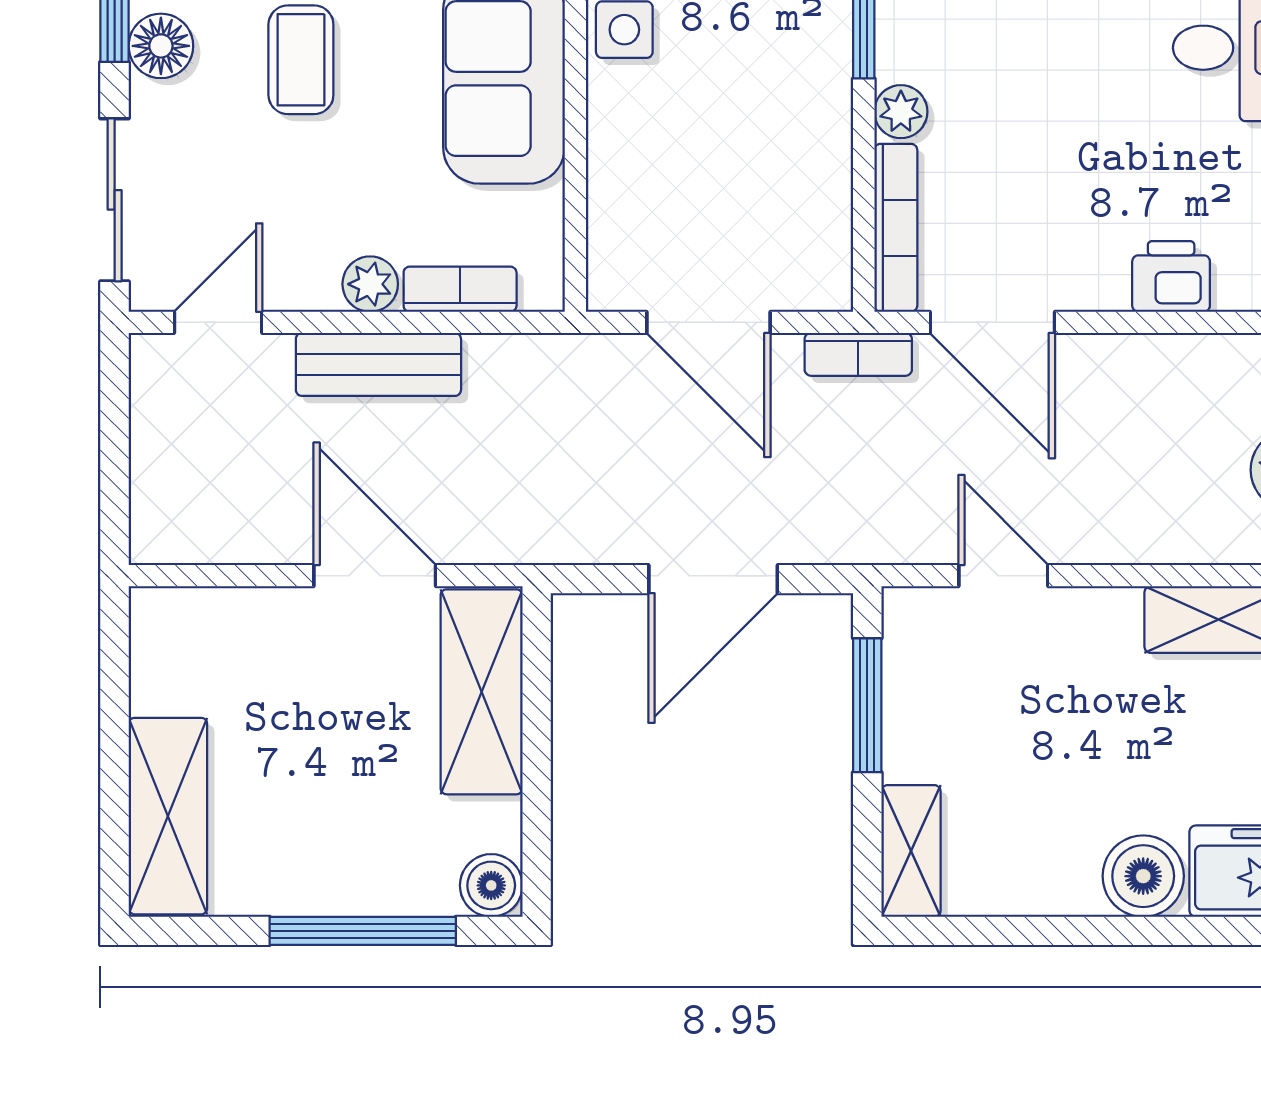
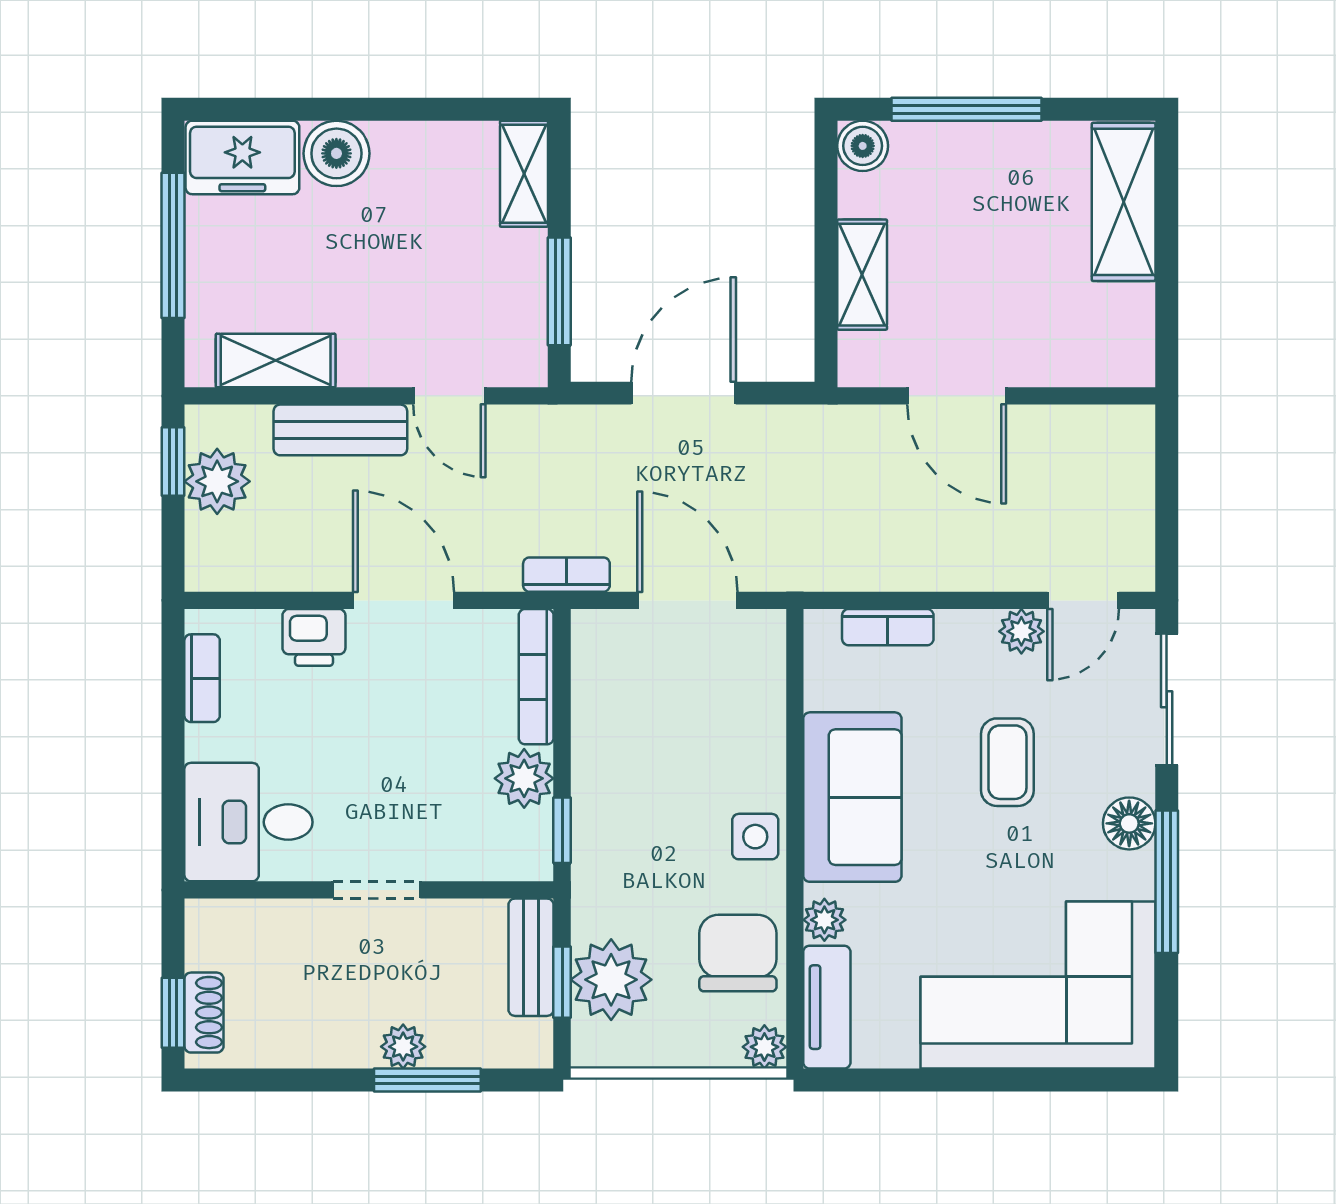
coffee table: (301, 60) -> (1007, 762), moved
plant: (901, 112) -> (524, 778), width x1.38, depth x1.38
plant: (370, 284) -> (1021, 631), moved
door: (992, 322) -> (403, 600), moved
bench: (378, 364) -> (340, 430), moved
shelving: (482, 692) -> (862, 275), width x0.67, depth x0.75

